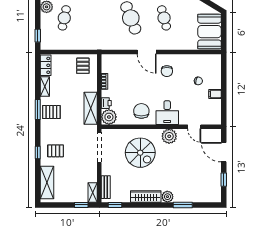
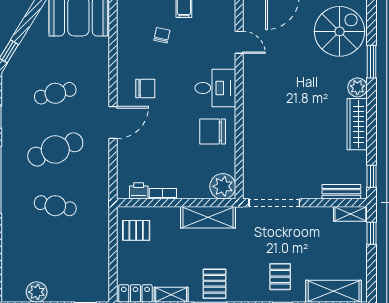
cafe table: (64, 18) -> (55, 206), moved
printer: (106, 103) -> (139, 191), moved
door: (194, 127) -> (239, 42), hinge flipped
plant: (169, 136) -> (255, 84), removed
spiral stairs: (140, 153) -> (340, 31), moved

